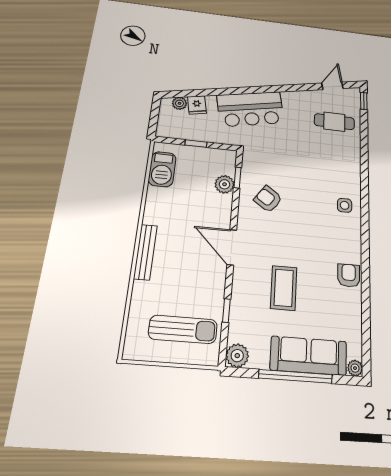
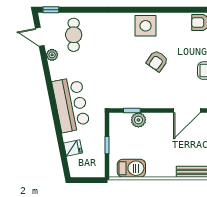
plant: (179, 103) -> (52, 55), moved
armchair: (268, 199) -> (157, 61), moved
side table: (345, 205) -> (146, 26), width x1.87, depth x1.87

